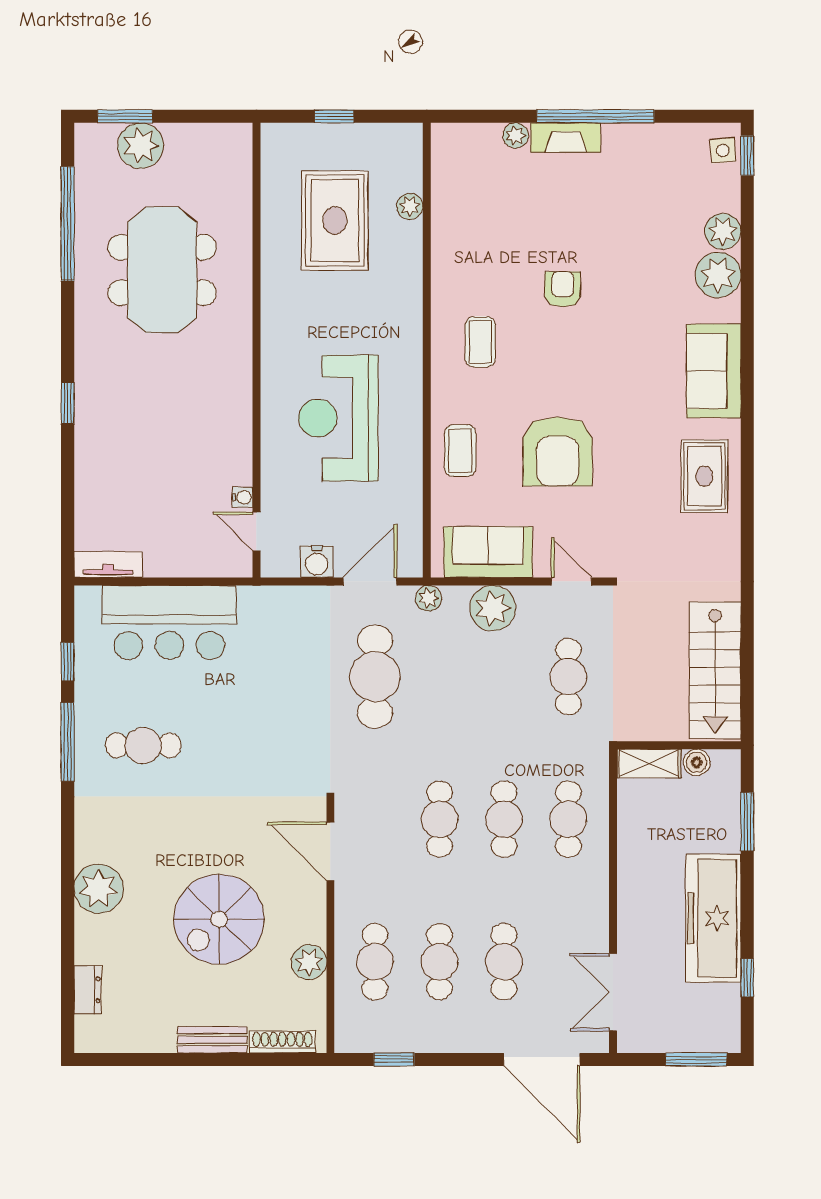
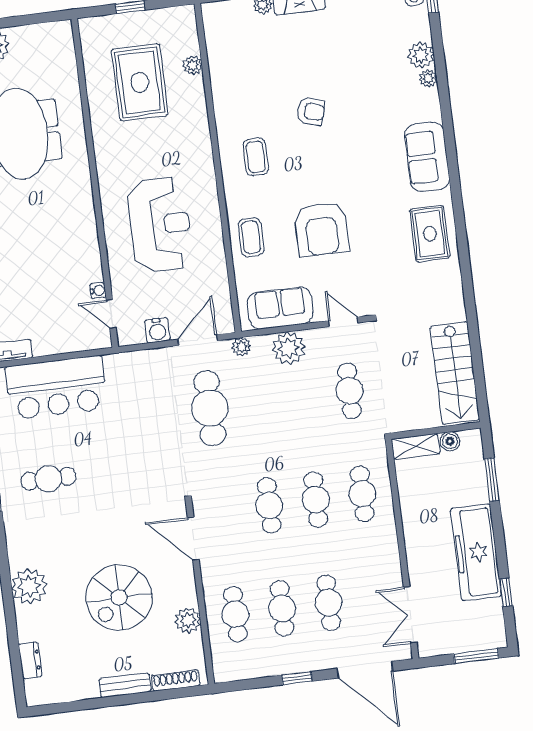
plant: (718, 275) -> (428, 78), width x0.53, depth x0.53
armchair: (563, 289) -> (311, 111), turned 107
reception desk: (338, 418) -> (160, 225), turned 180
window: (394, 1059) -> (297, 678), moved

